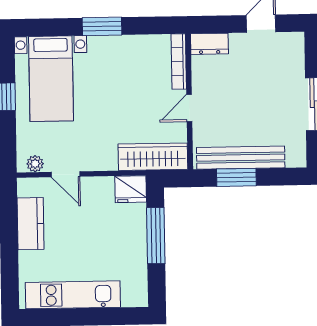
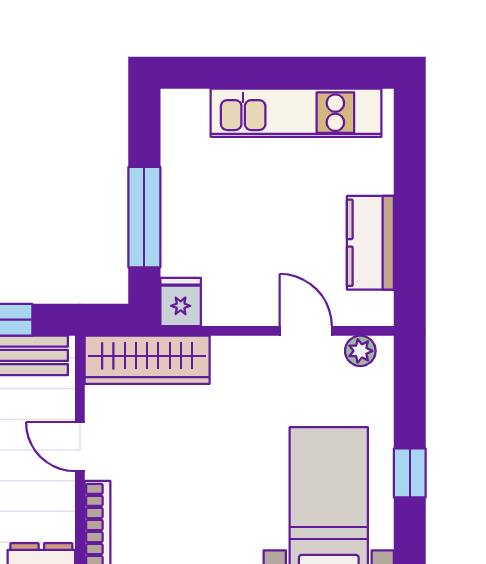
door: (189, 108) -> (80, 447), swing flipped
fridge: (131, 189) -> (181, 302), width x0.72

